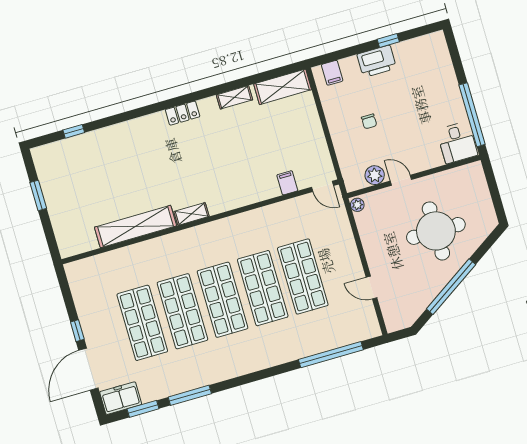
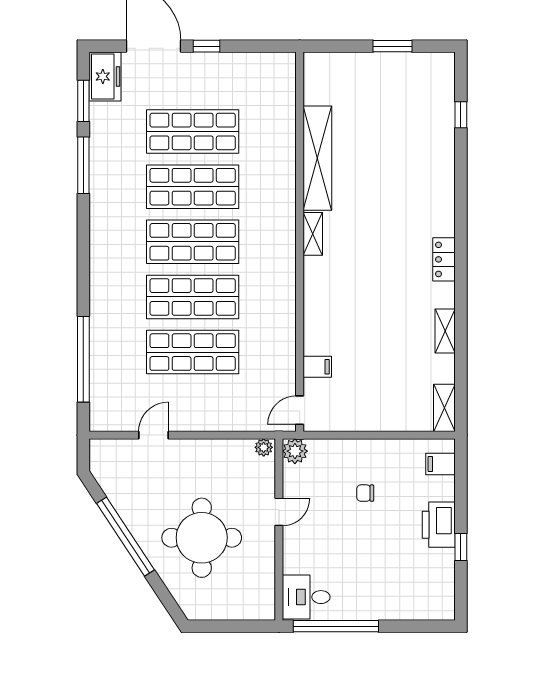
shelving: (283, 87) -> (444, 408), width x0.67, depth x0.75
plant: (375, 175) -> (295, 451), moved

